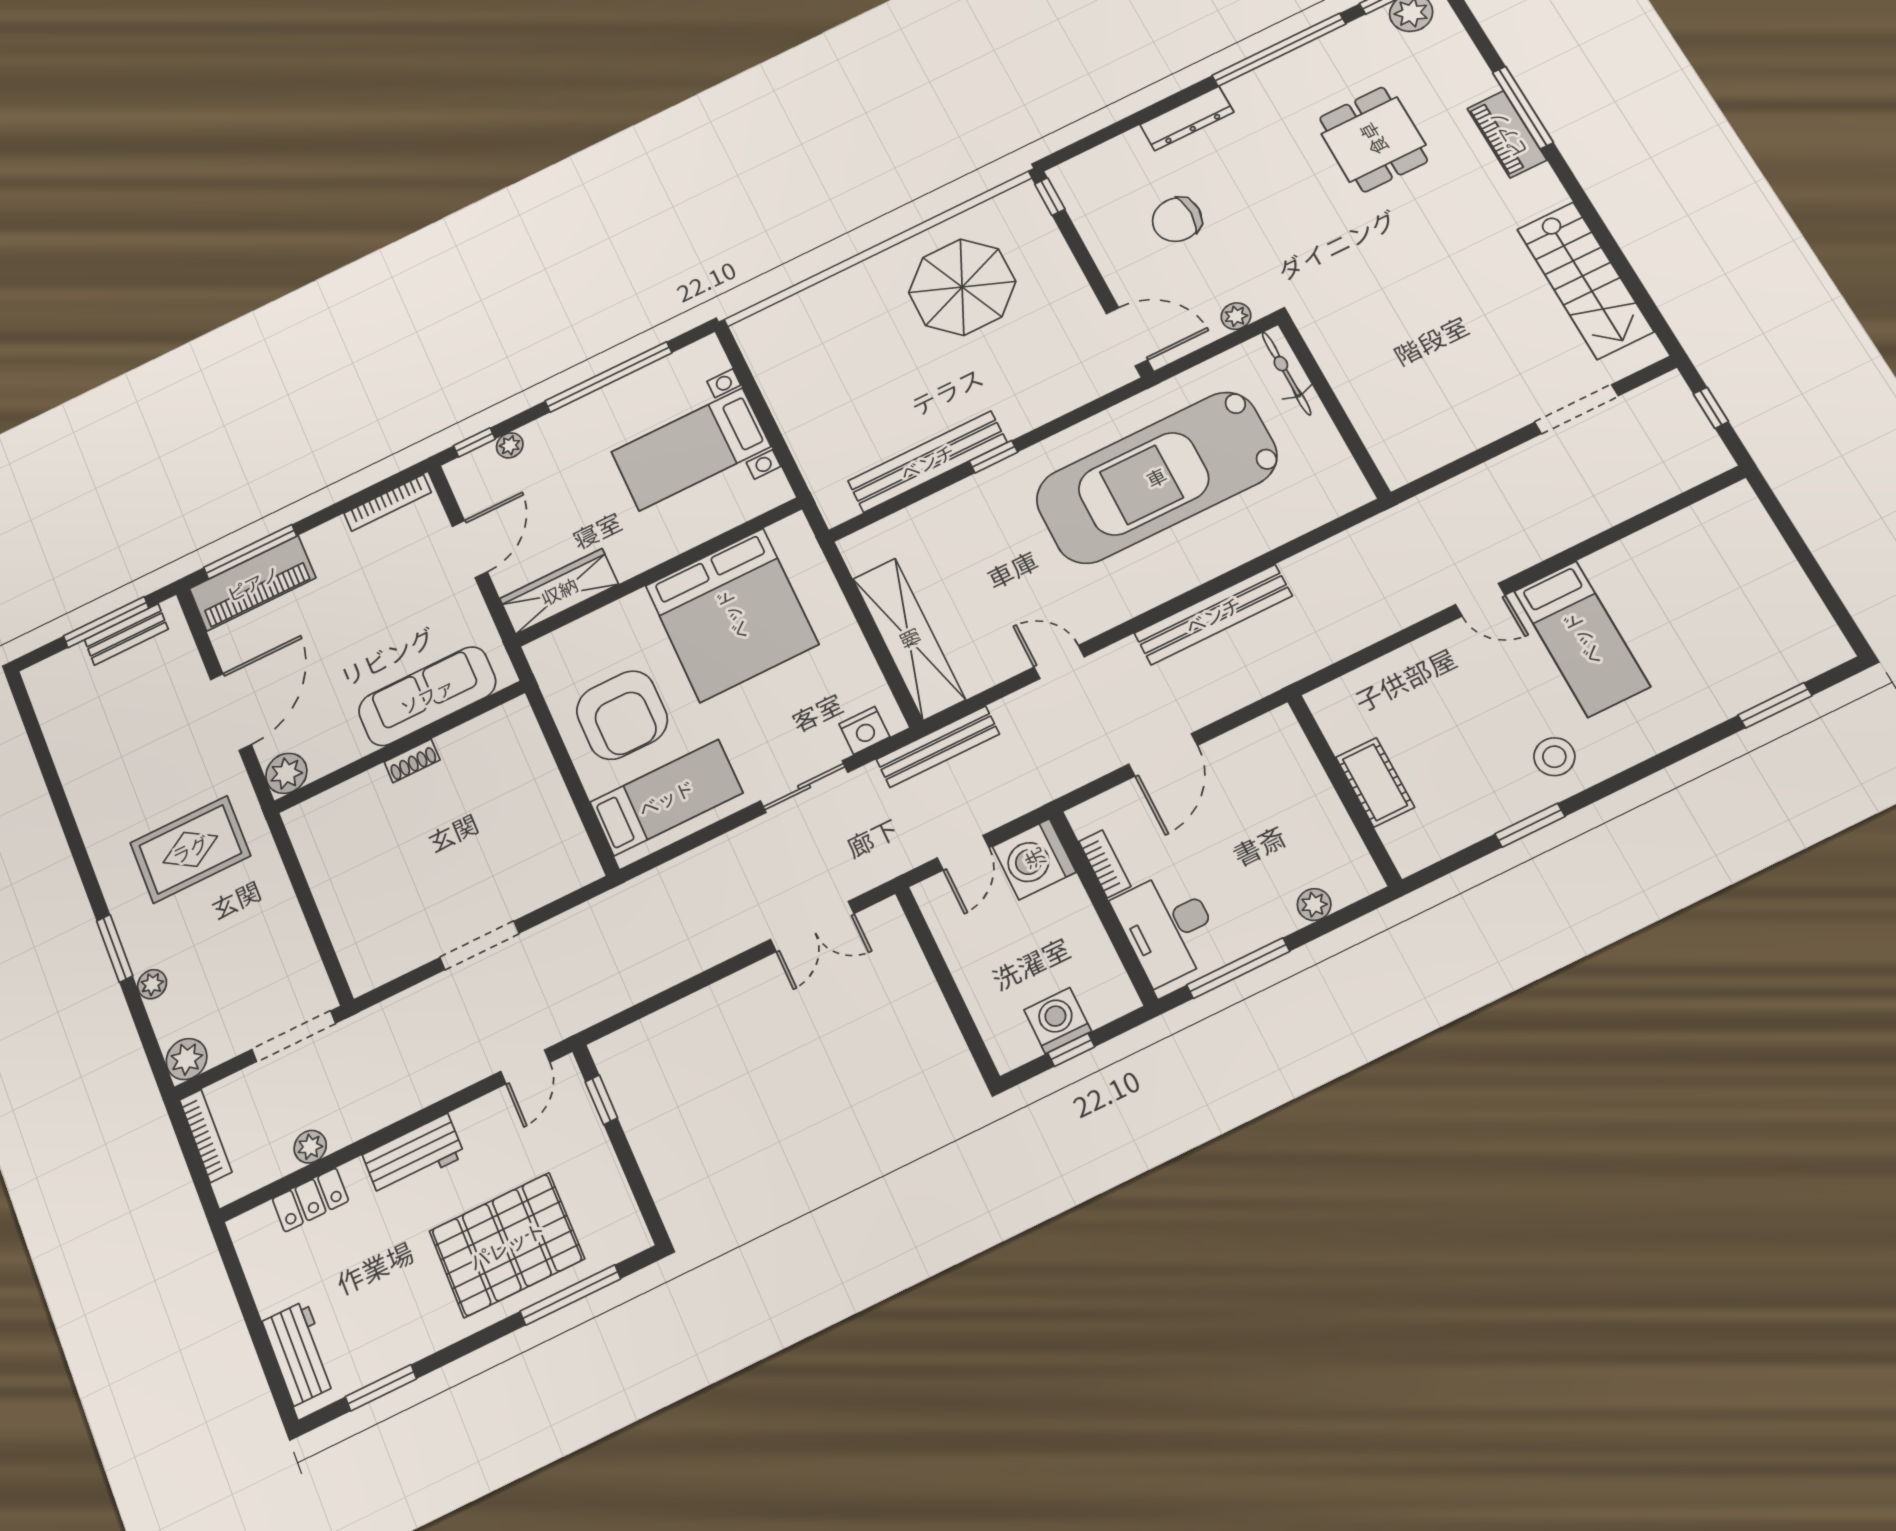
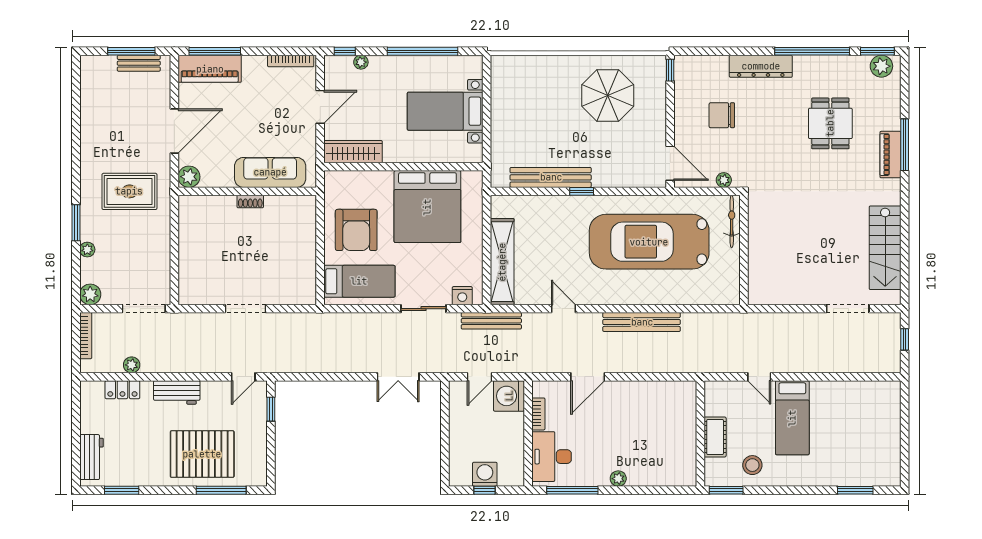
dresser: (1187, 118) -> (761, 66), width x1.37, depth x1.24
cot: (1375, 782) -> (715, 437), moved
wall: (1344, 790) -> (700, 433), moved

